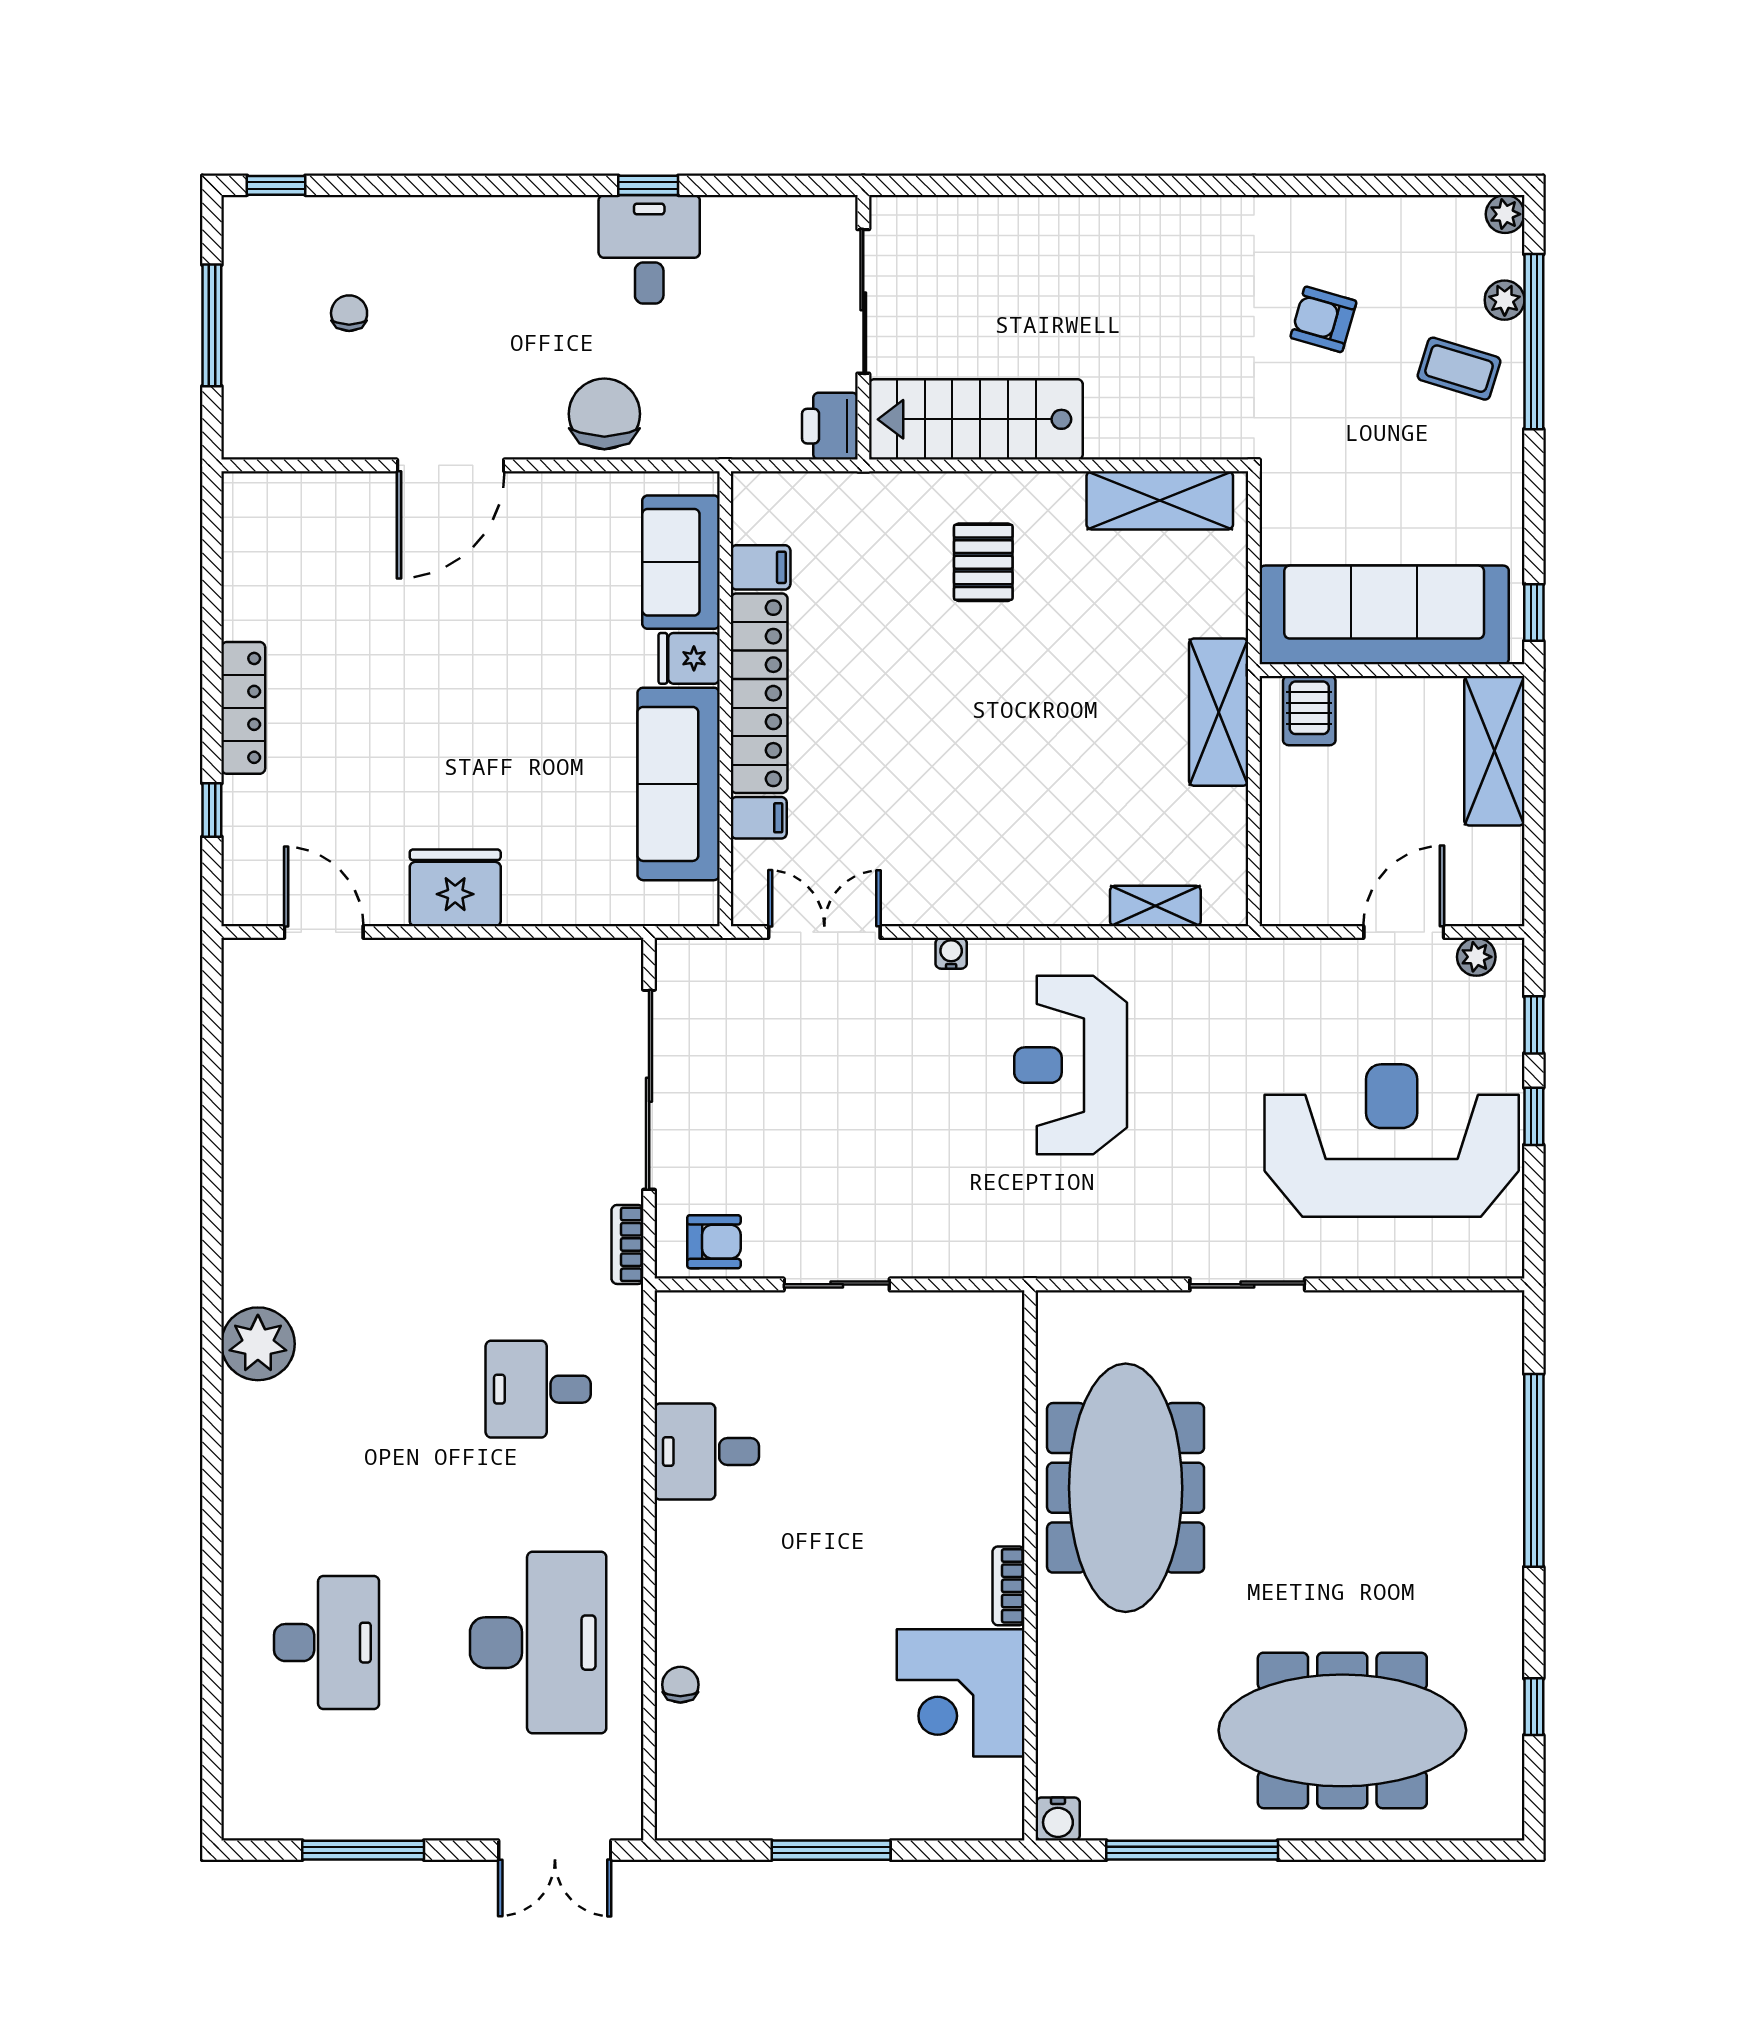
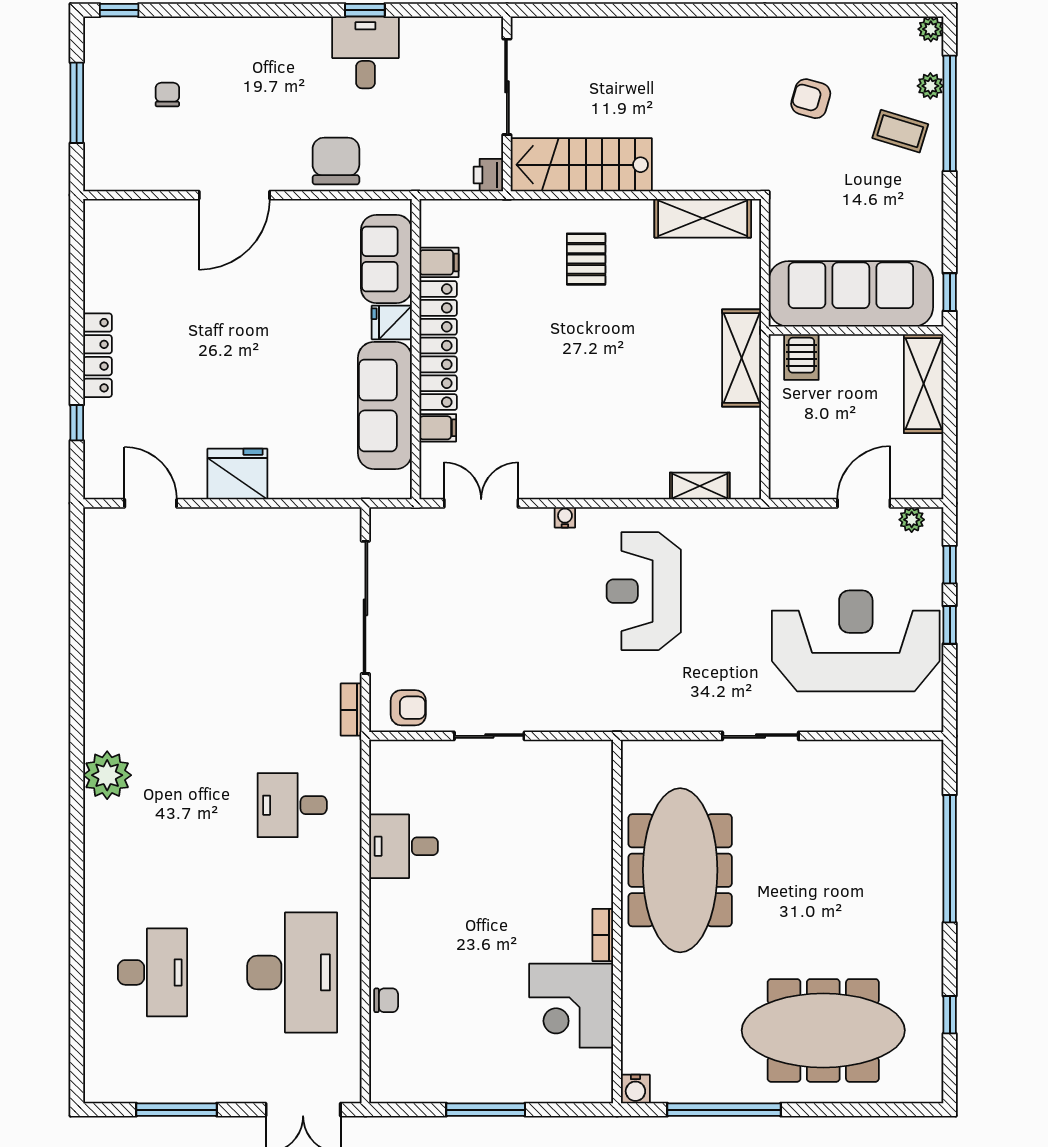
printer: (830, 426) -> (488, 175), width x0.73, depth x0.81
chair: (680, 1685) -> (386, 1000), turned 90

